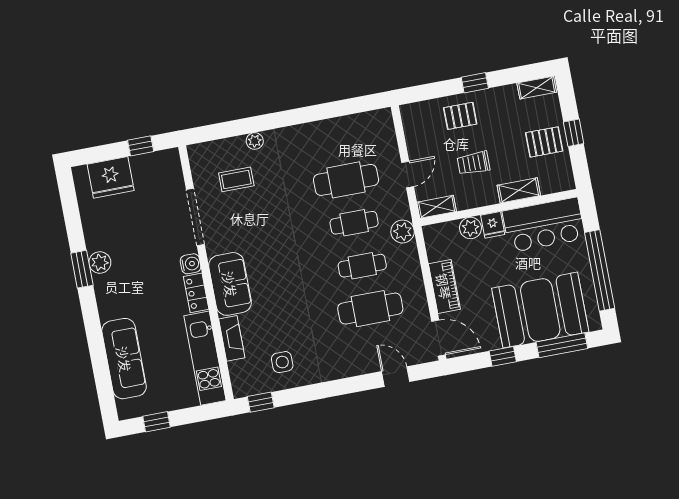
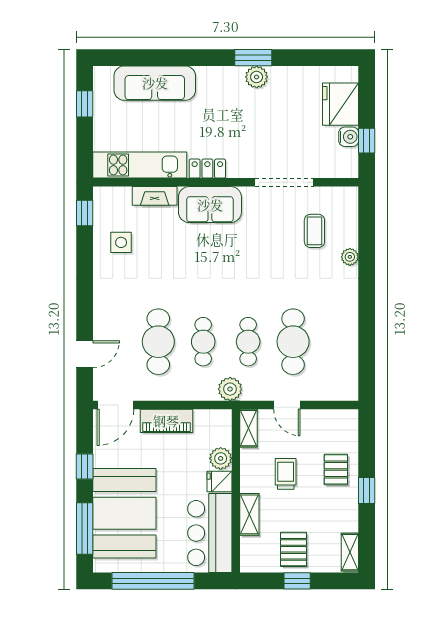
water cooler: (190, 264) -> (349, 137), moved, turned -90

